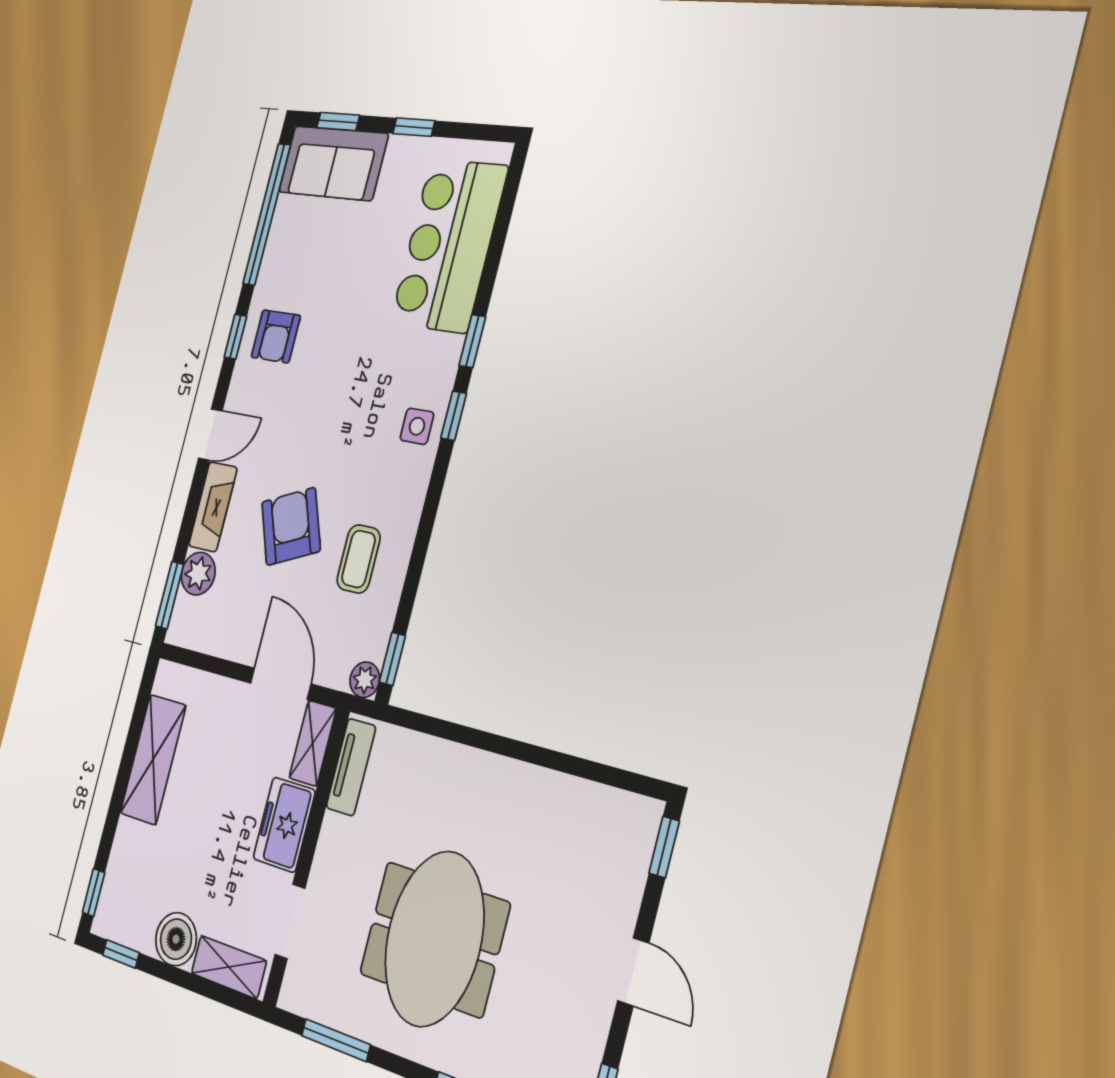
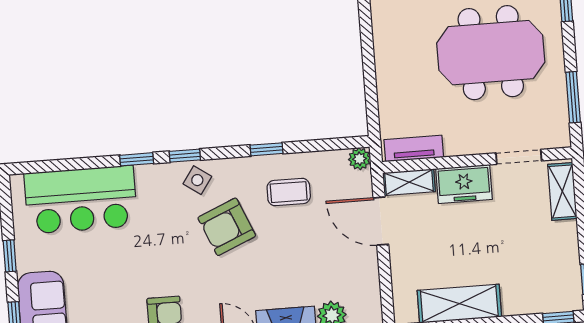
side table: (417, 426) -> (197, 180), turned 35
armchair: (291, 526) -> (227, 227), moved
window: (392, 659) -> (266, 149), moved
door: (281, 684) -> (381, 221), hinge flipped
boiler: (176, 939) -> (562, 239), removed

